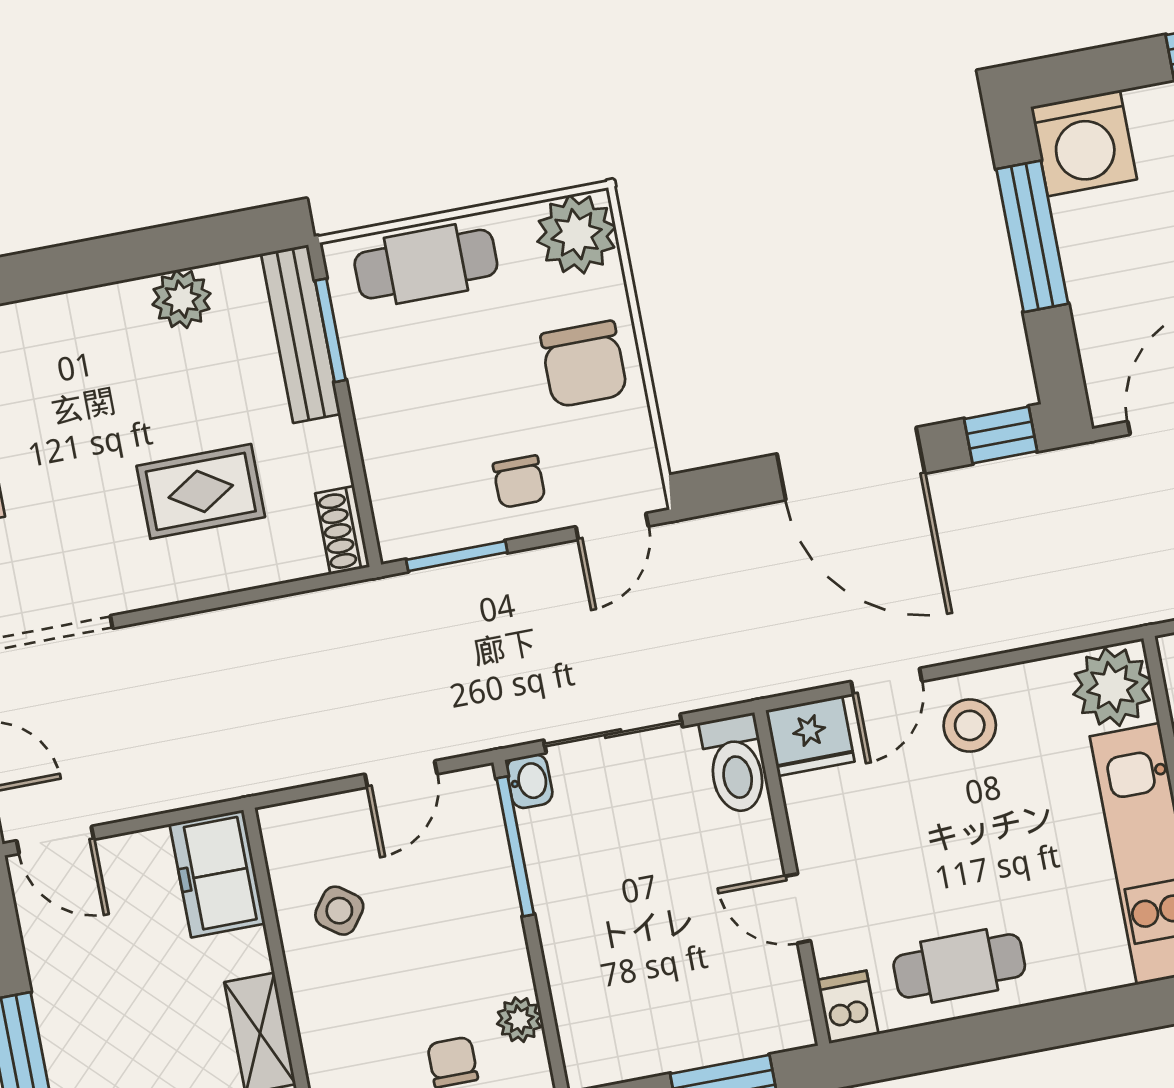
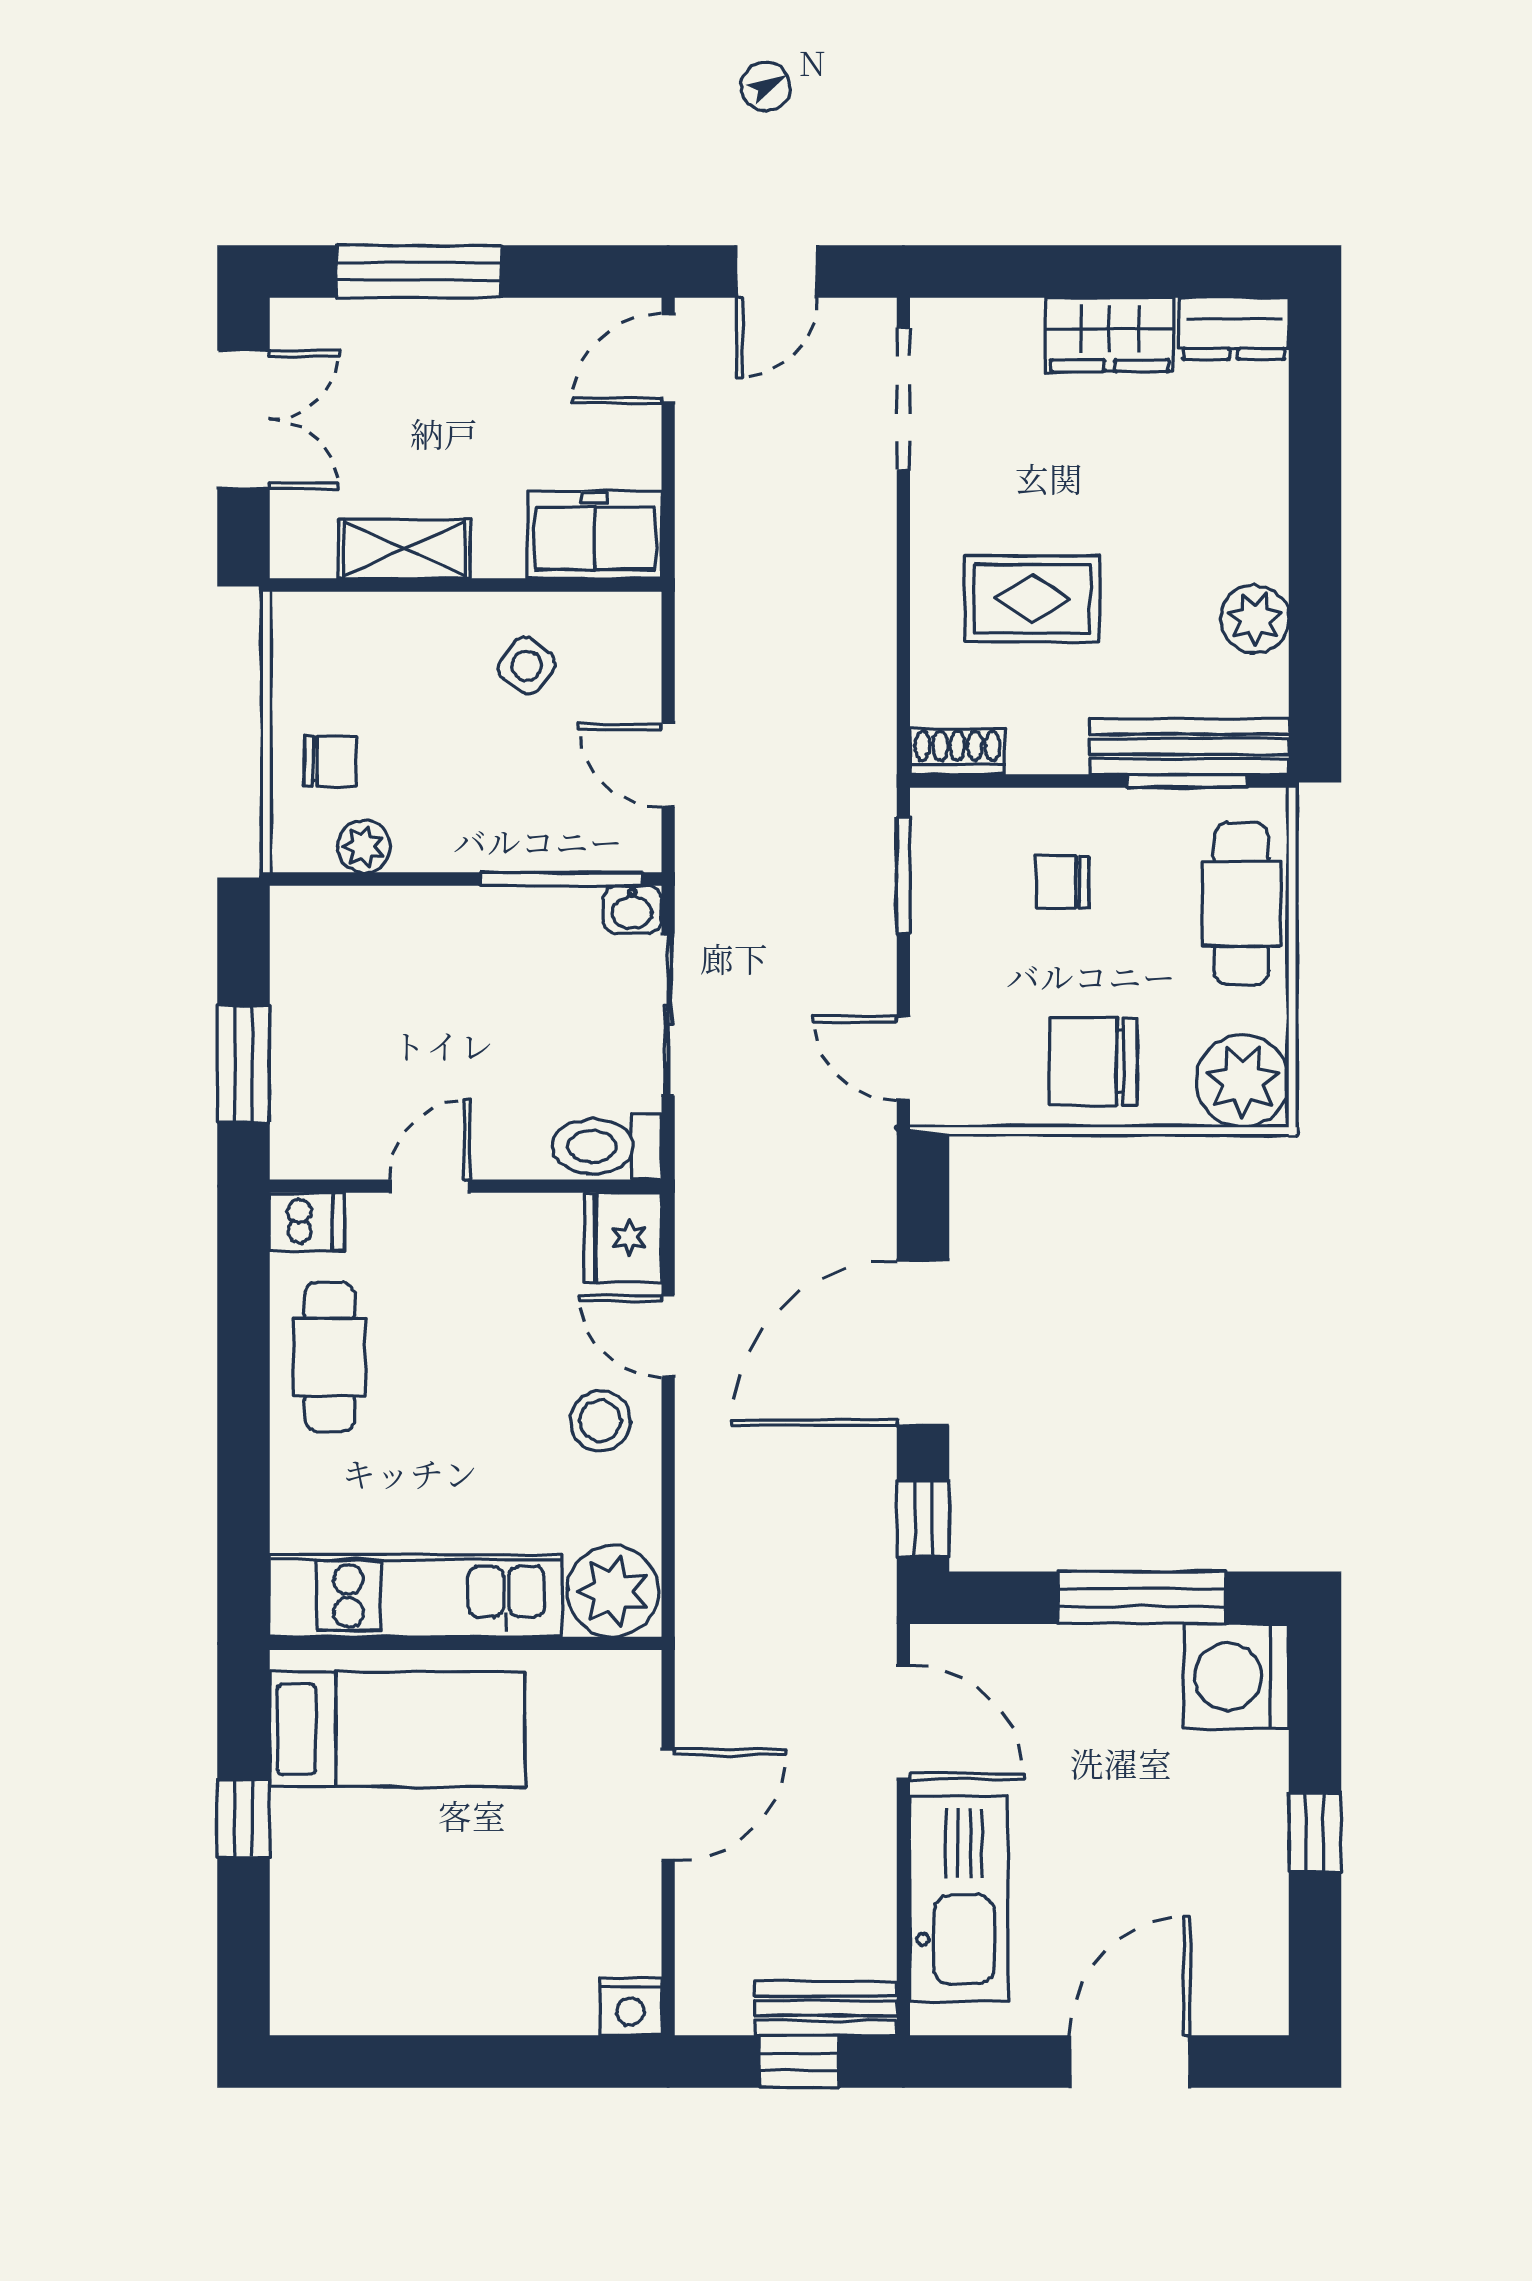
chair: (519, 482) -> (1062, 882), moved
rug: (201, 491) -> (1032, 599), turned 90

